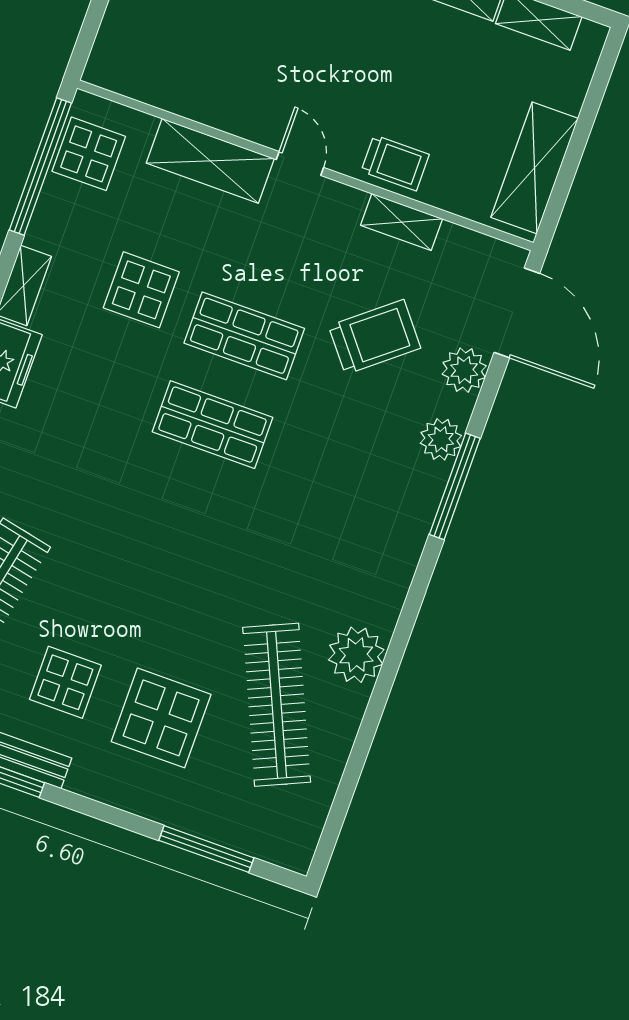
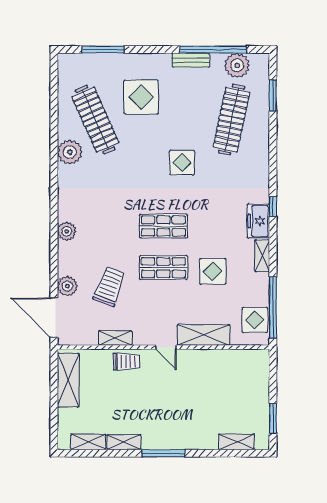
trolley: (395, 163) -> (127, 362), turned 180
trolley: (375, 337) -> (109, 286), turned 149
plant: (441, 439) -> (67, 231), moved
window: (455, 486) -> (54, 236), removed
display table: (65, 682) -> (182, 163), moved

